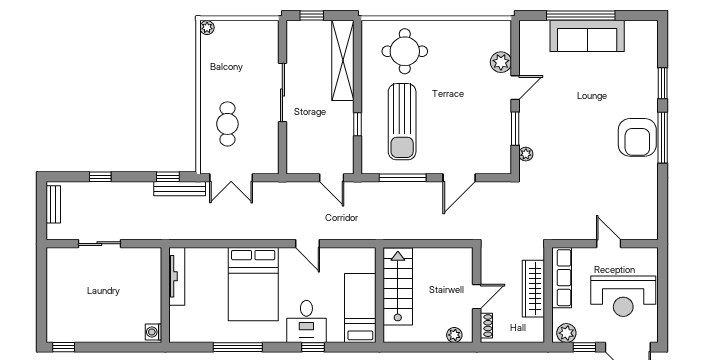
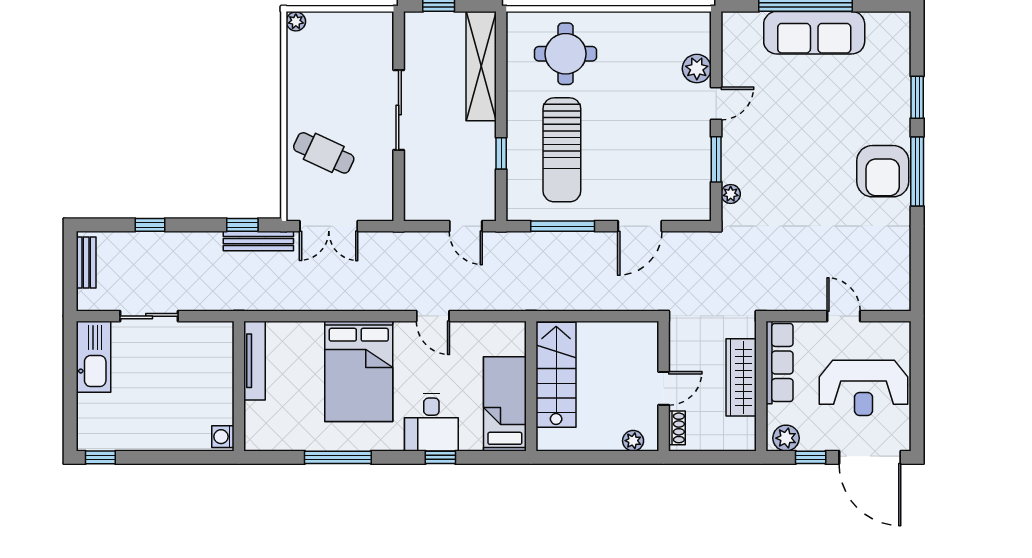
cafe table: (227, 124) -> (324, 153), turned -65
kitchen sink: (59, 273) -> (93, 357), added

